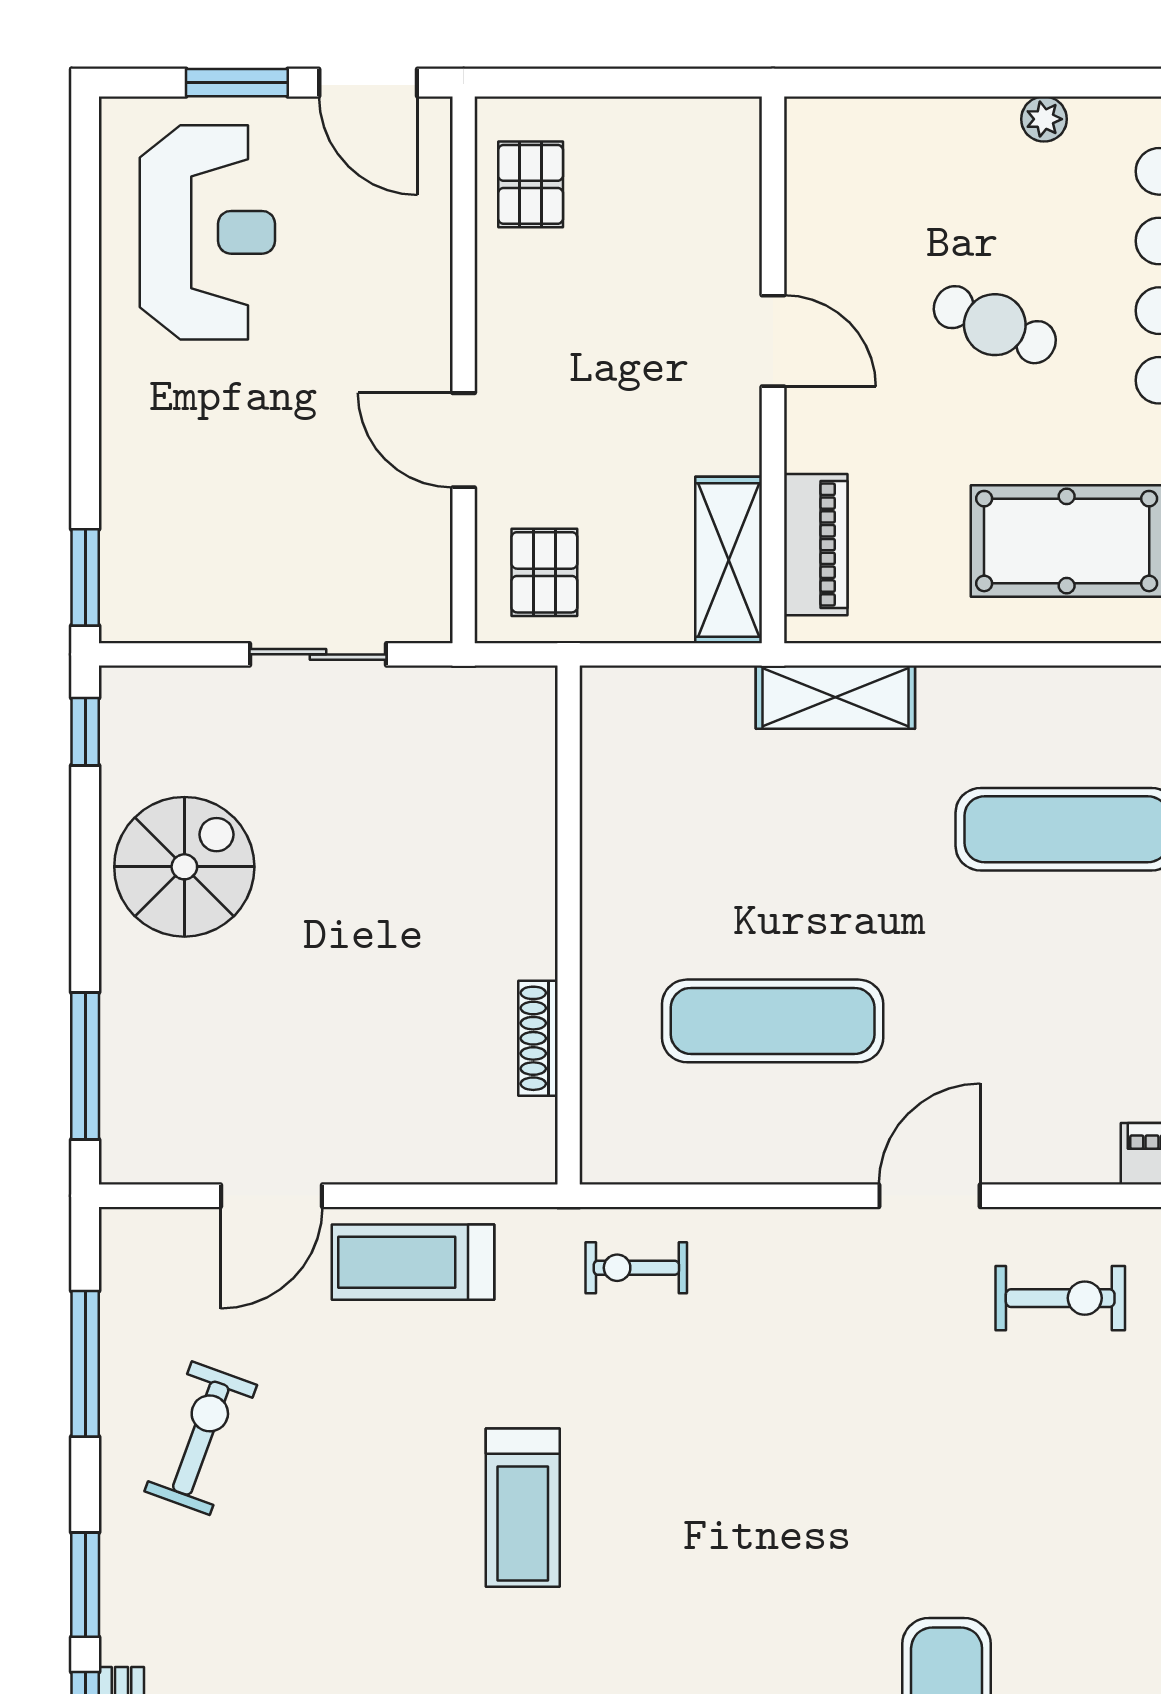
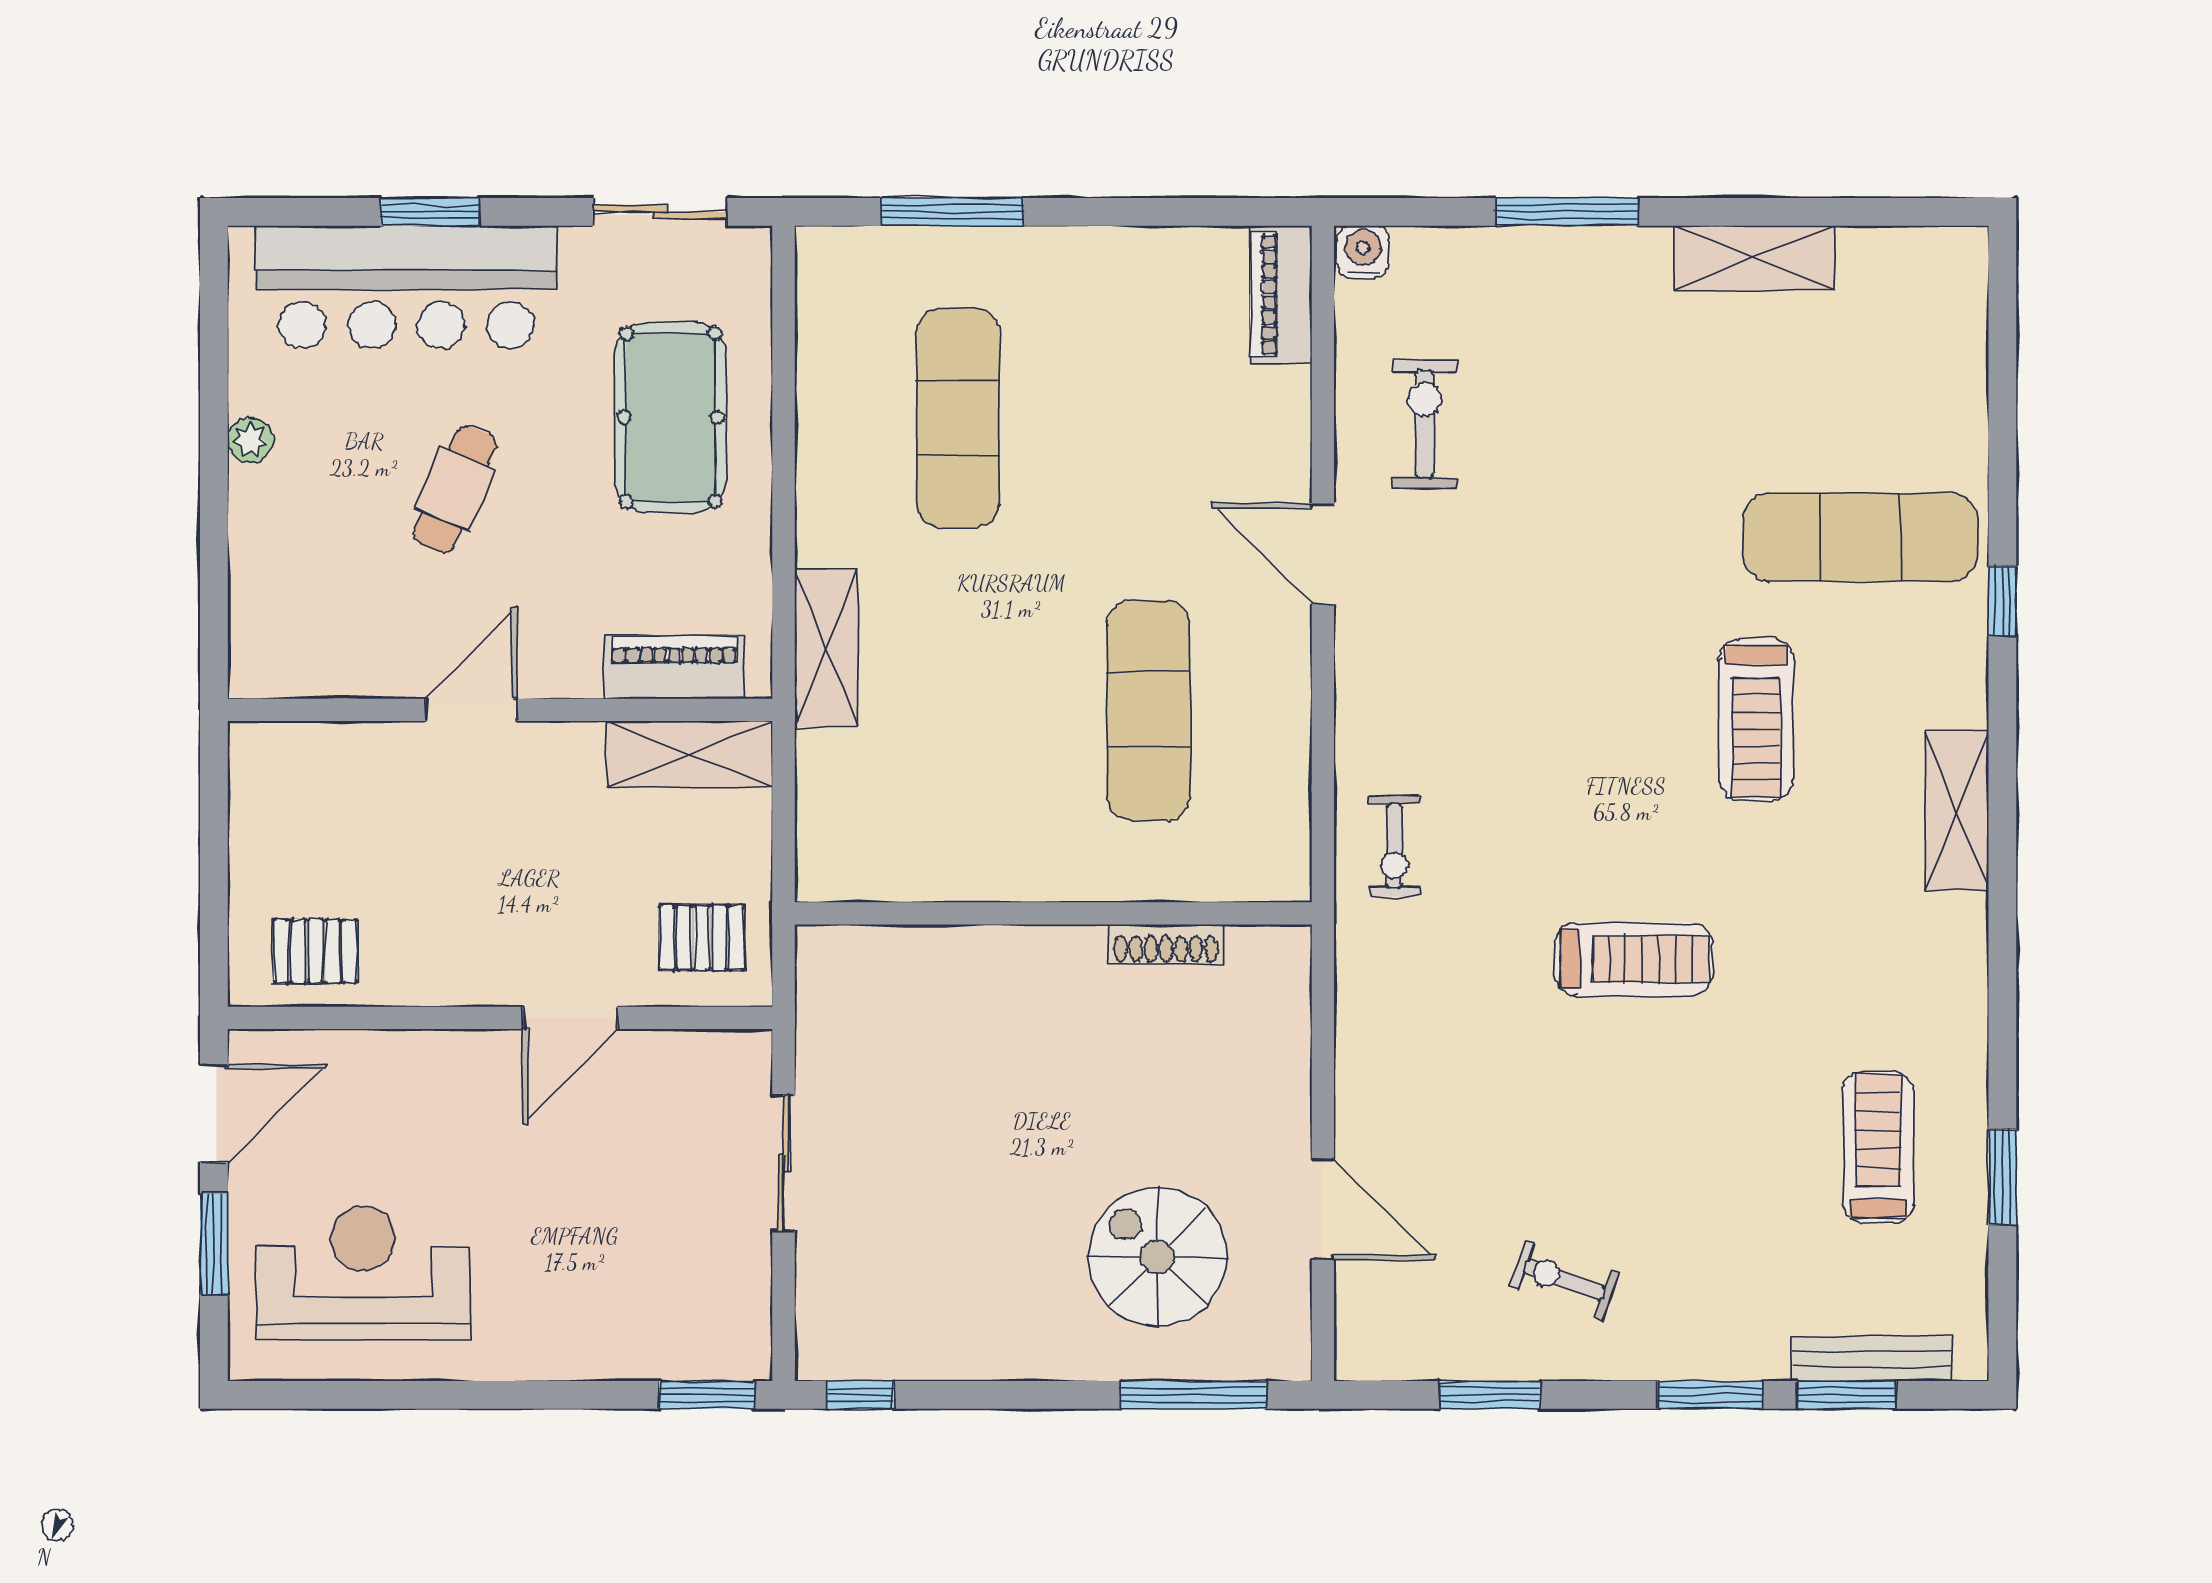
spiral stairs: (184, 867) -> (1158, 1257), moved
treadmill: (413, 1262) -> (1756, 720), moved
window: (85, 1364) -> (1490, 1395), width x0.69
exercise bike: (201, 1438) -> (1564, 1280), width x0.73, depth x0.72

